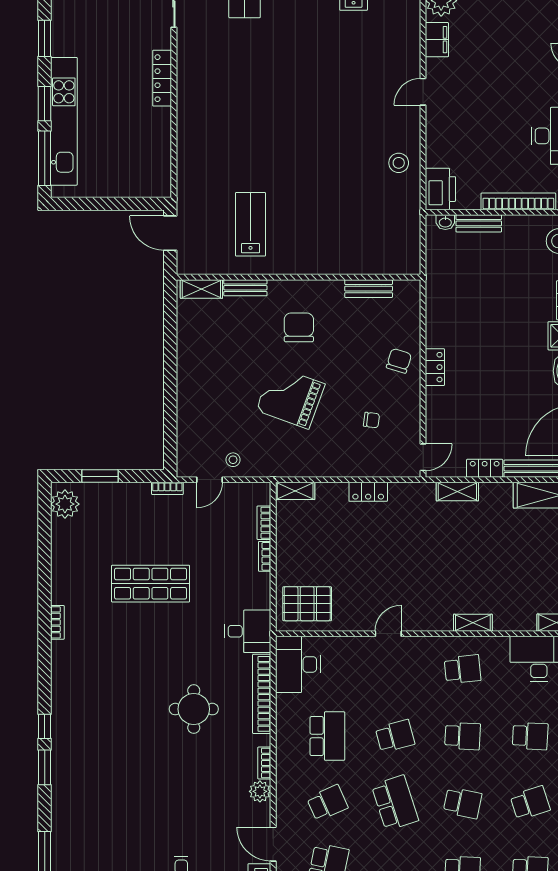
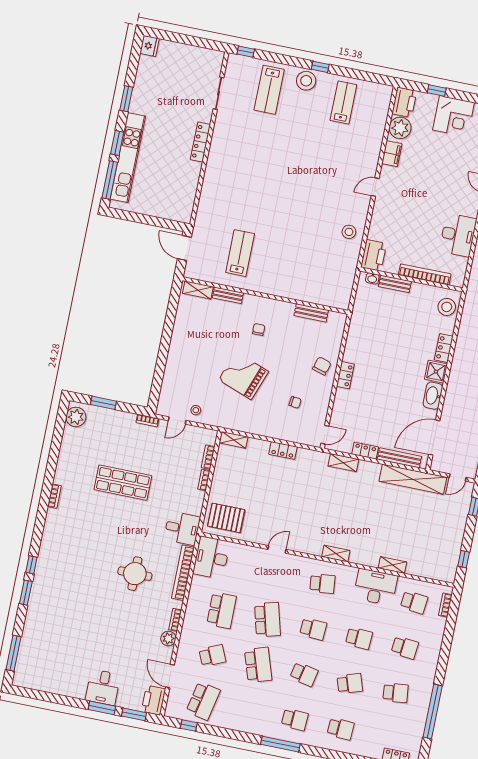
chair: (299, 327) -> (259, 330), width x0.54, depth x0.54
school desk: (395, 736) -> (267, 620), width x1.85

